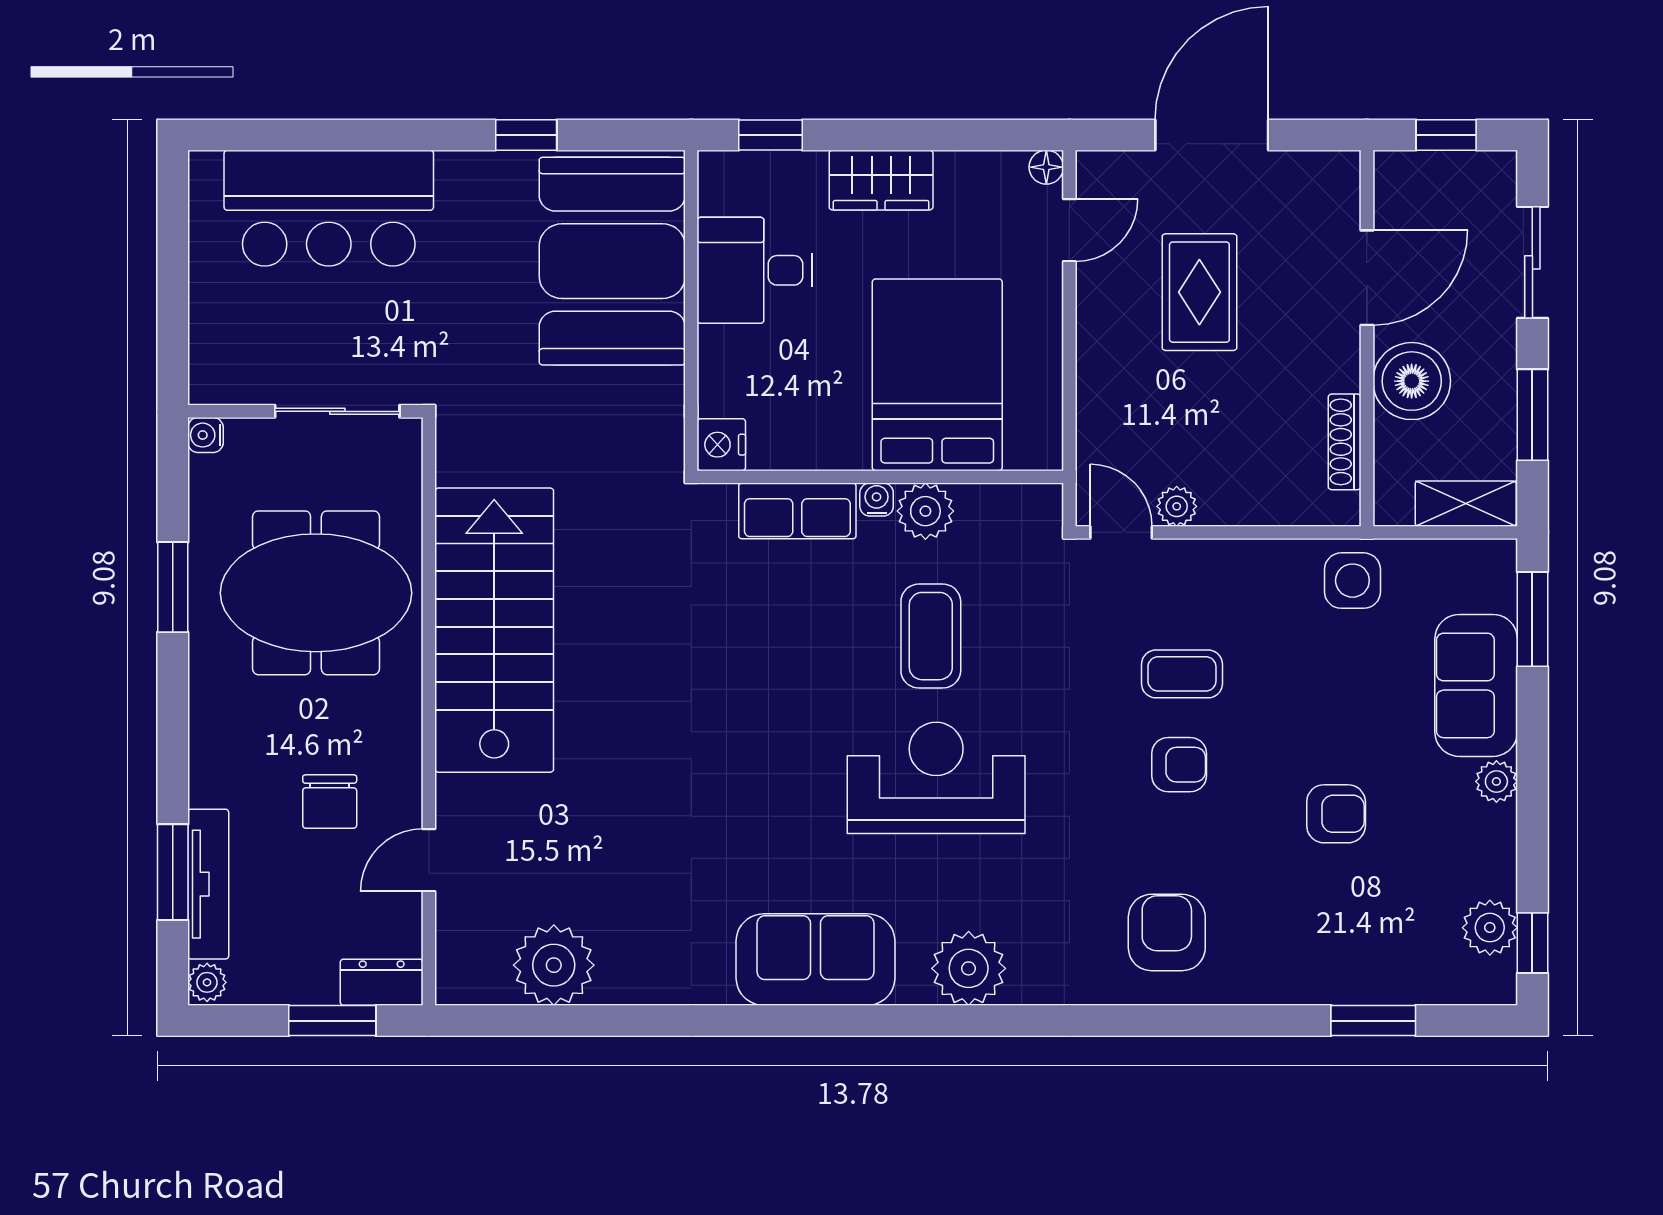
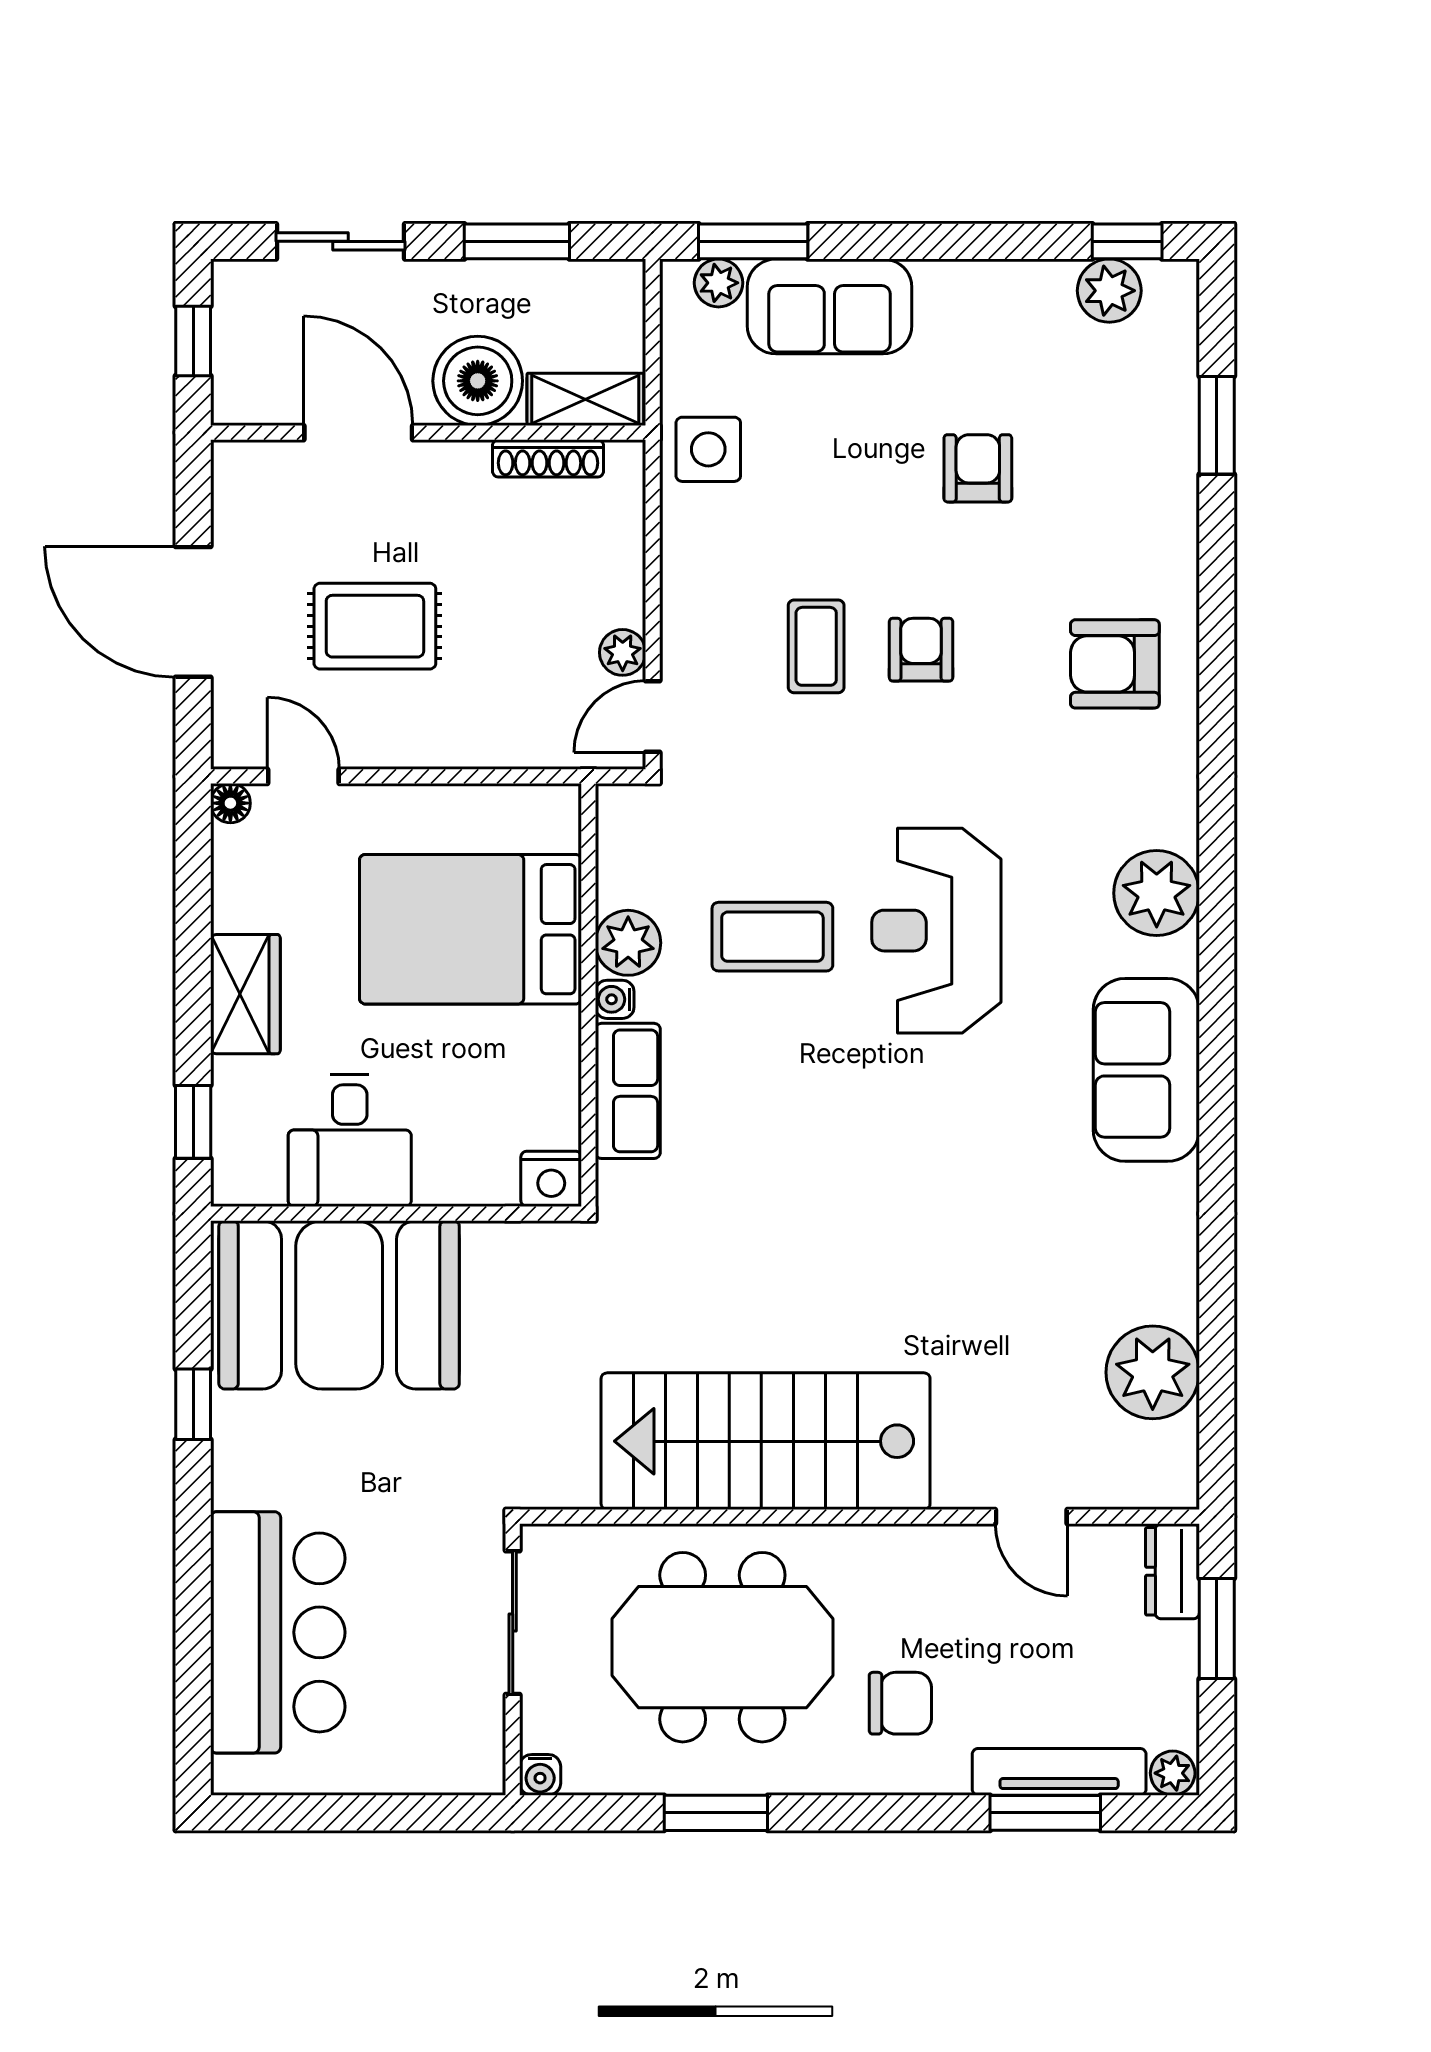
shelving: (1466, 504) -> (585, 399), moved, turned 90
meeting table: (316, 593) -> (722, 1647), turned 90
plant: (1496, 781) -> (718, 283), moved
chair: (330, 802) -> (900, 1703), moved

